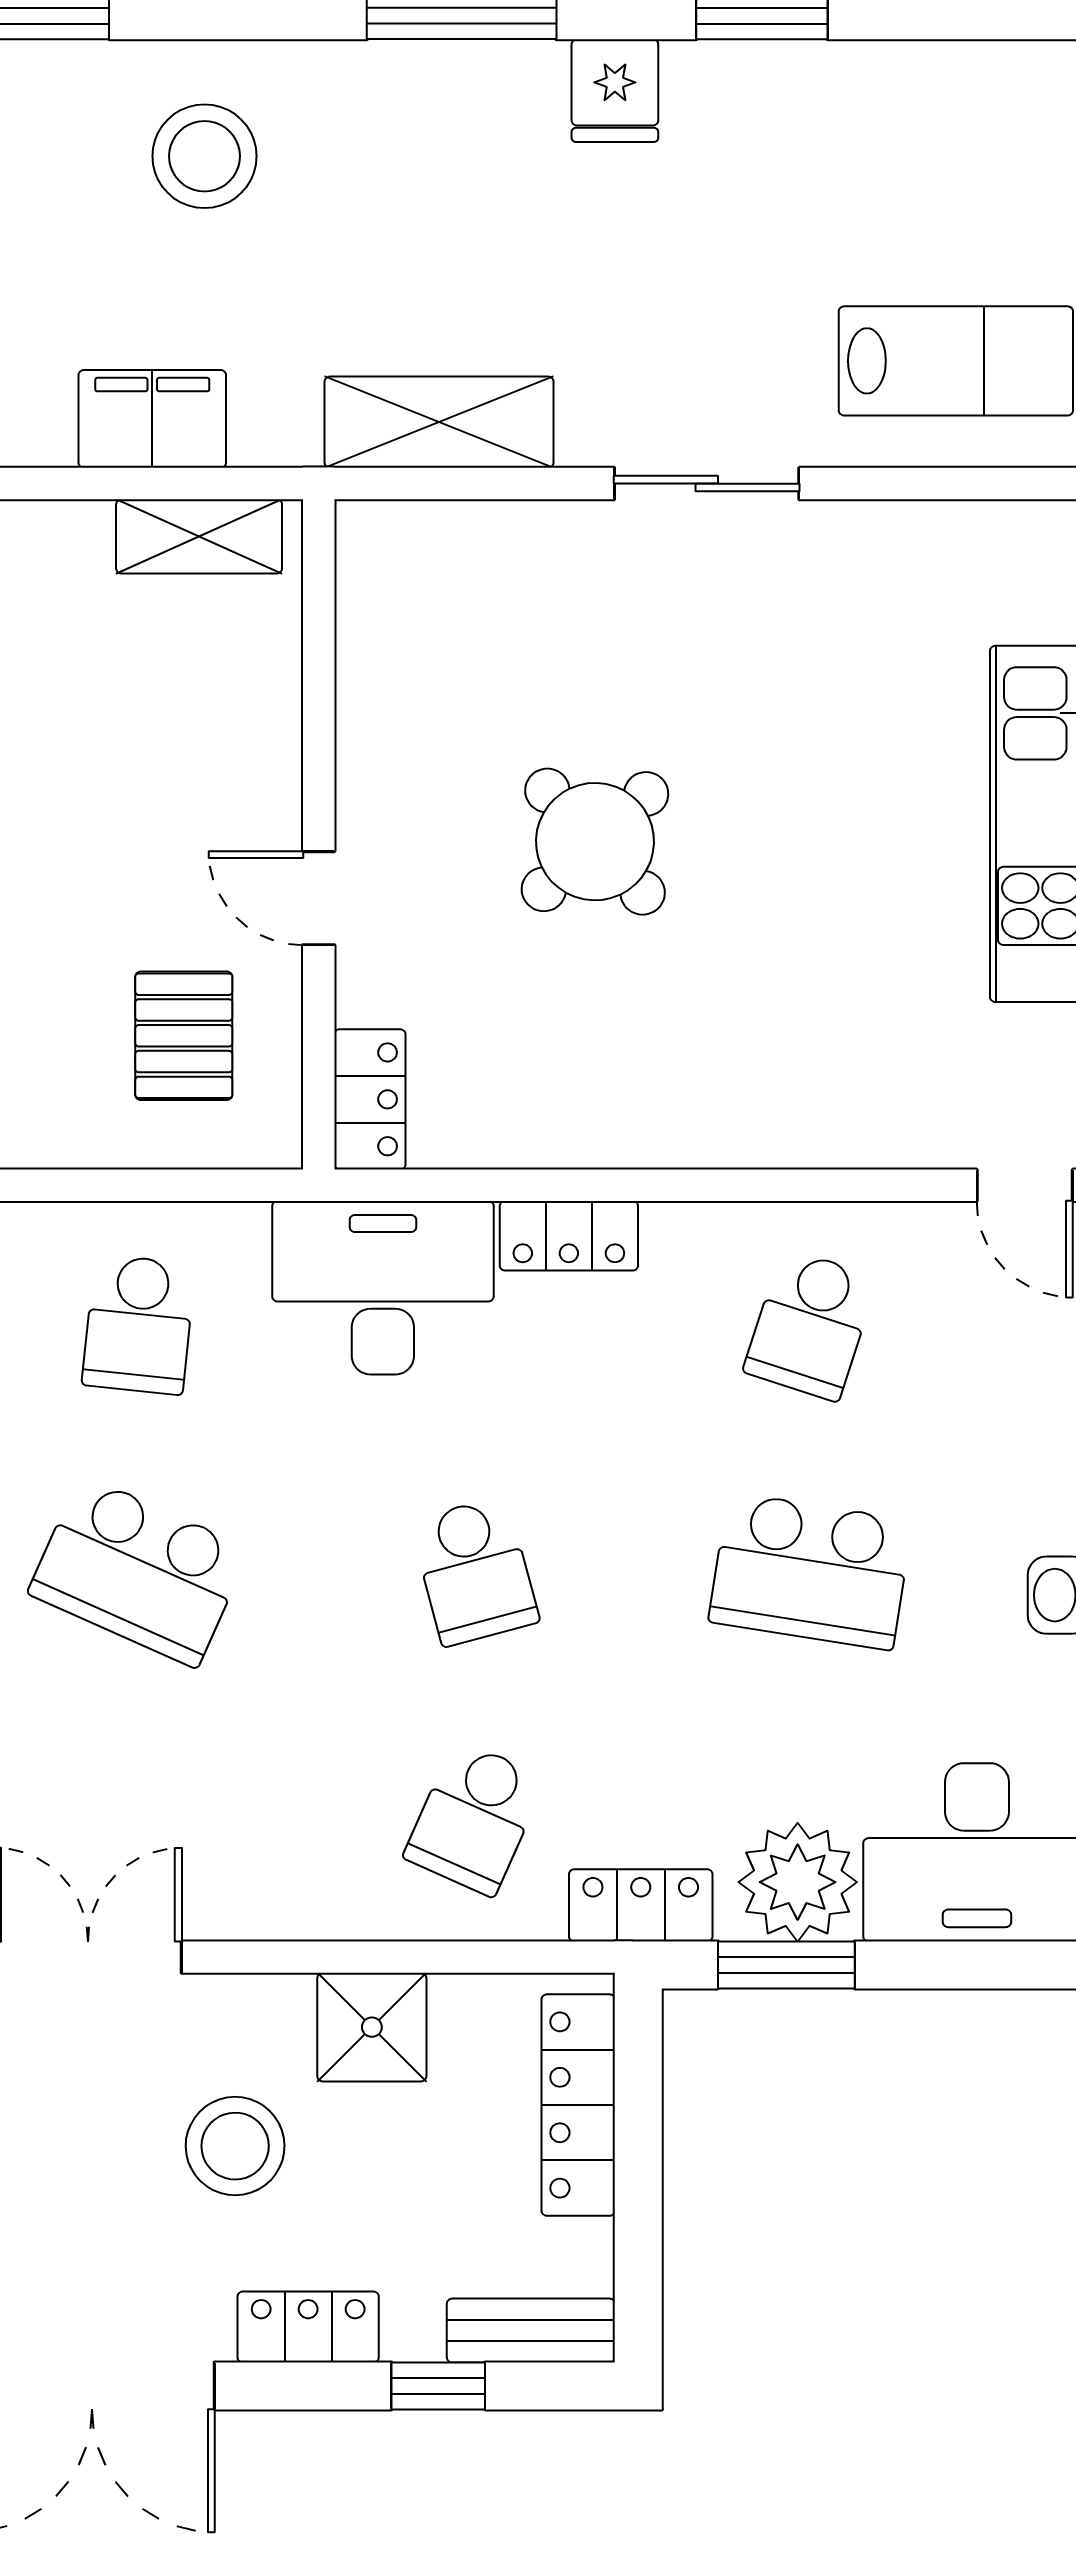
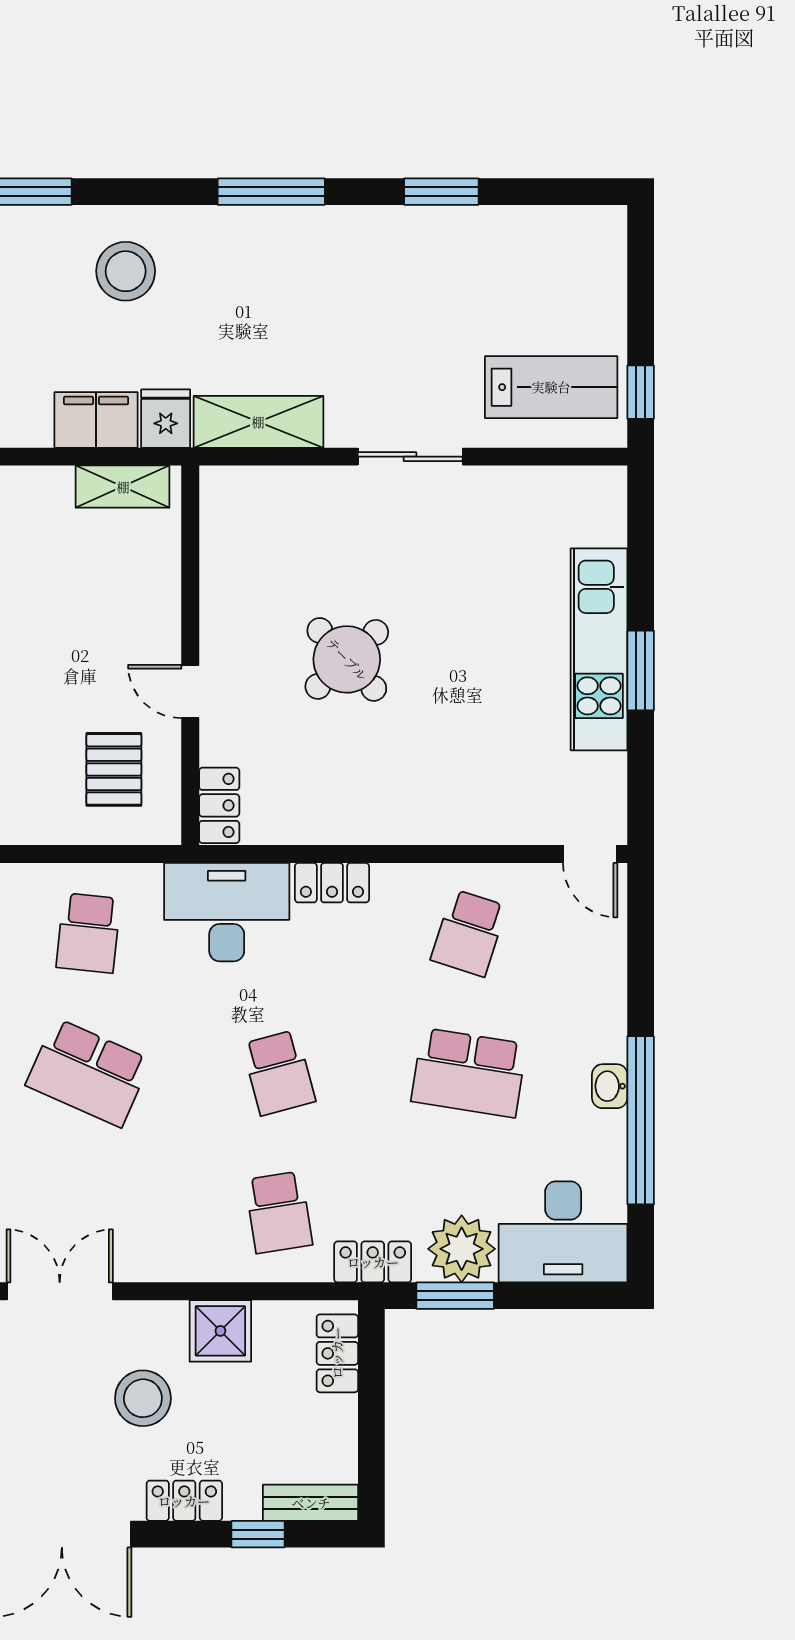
fridge: (615, 91) -> (166, 419), moved, turned 180
school desk: (475, 1818) -> (279, 1212), turned -33
locker: (578, 2105) -> (337, 1353), width x0.66

